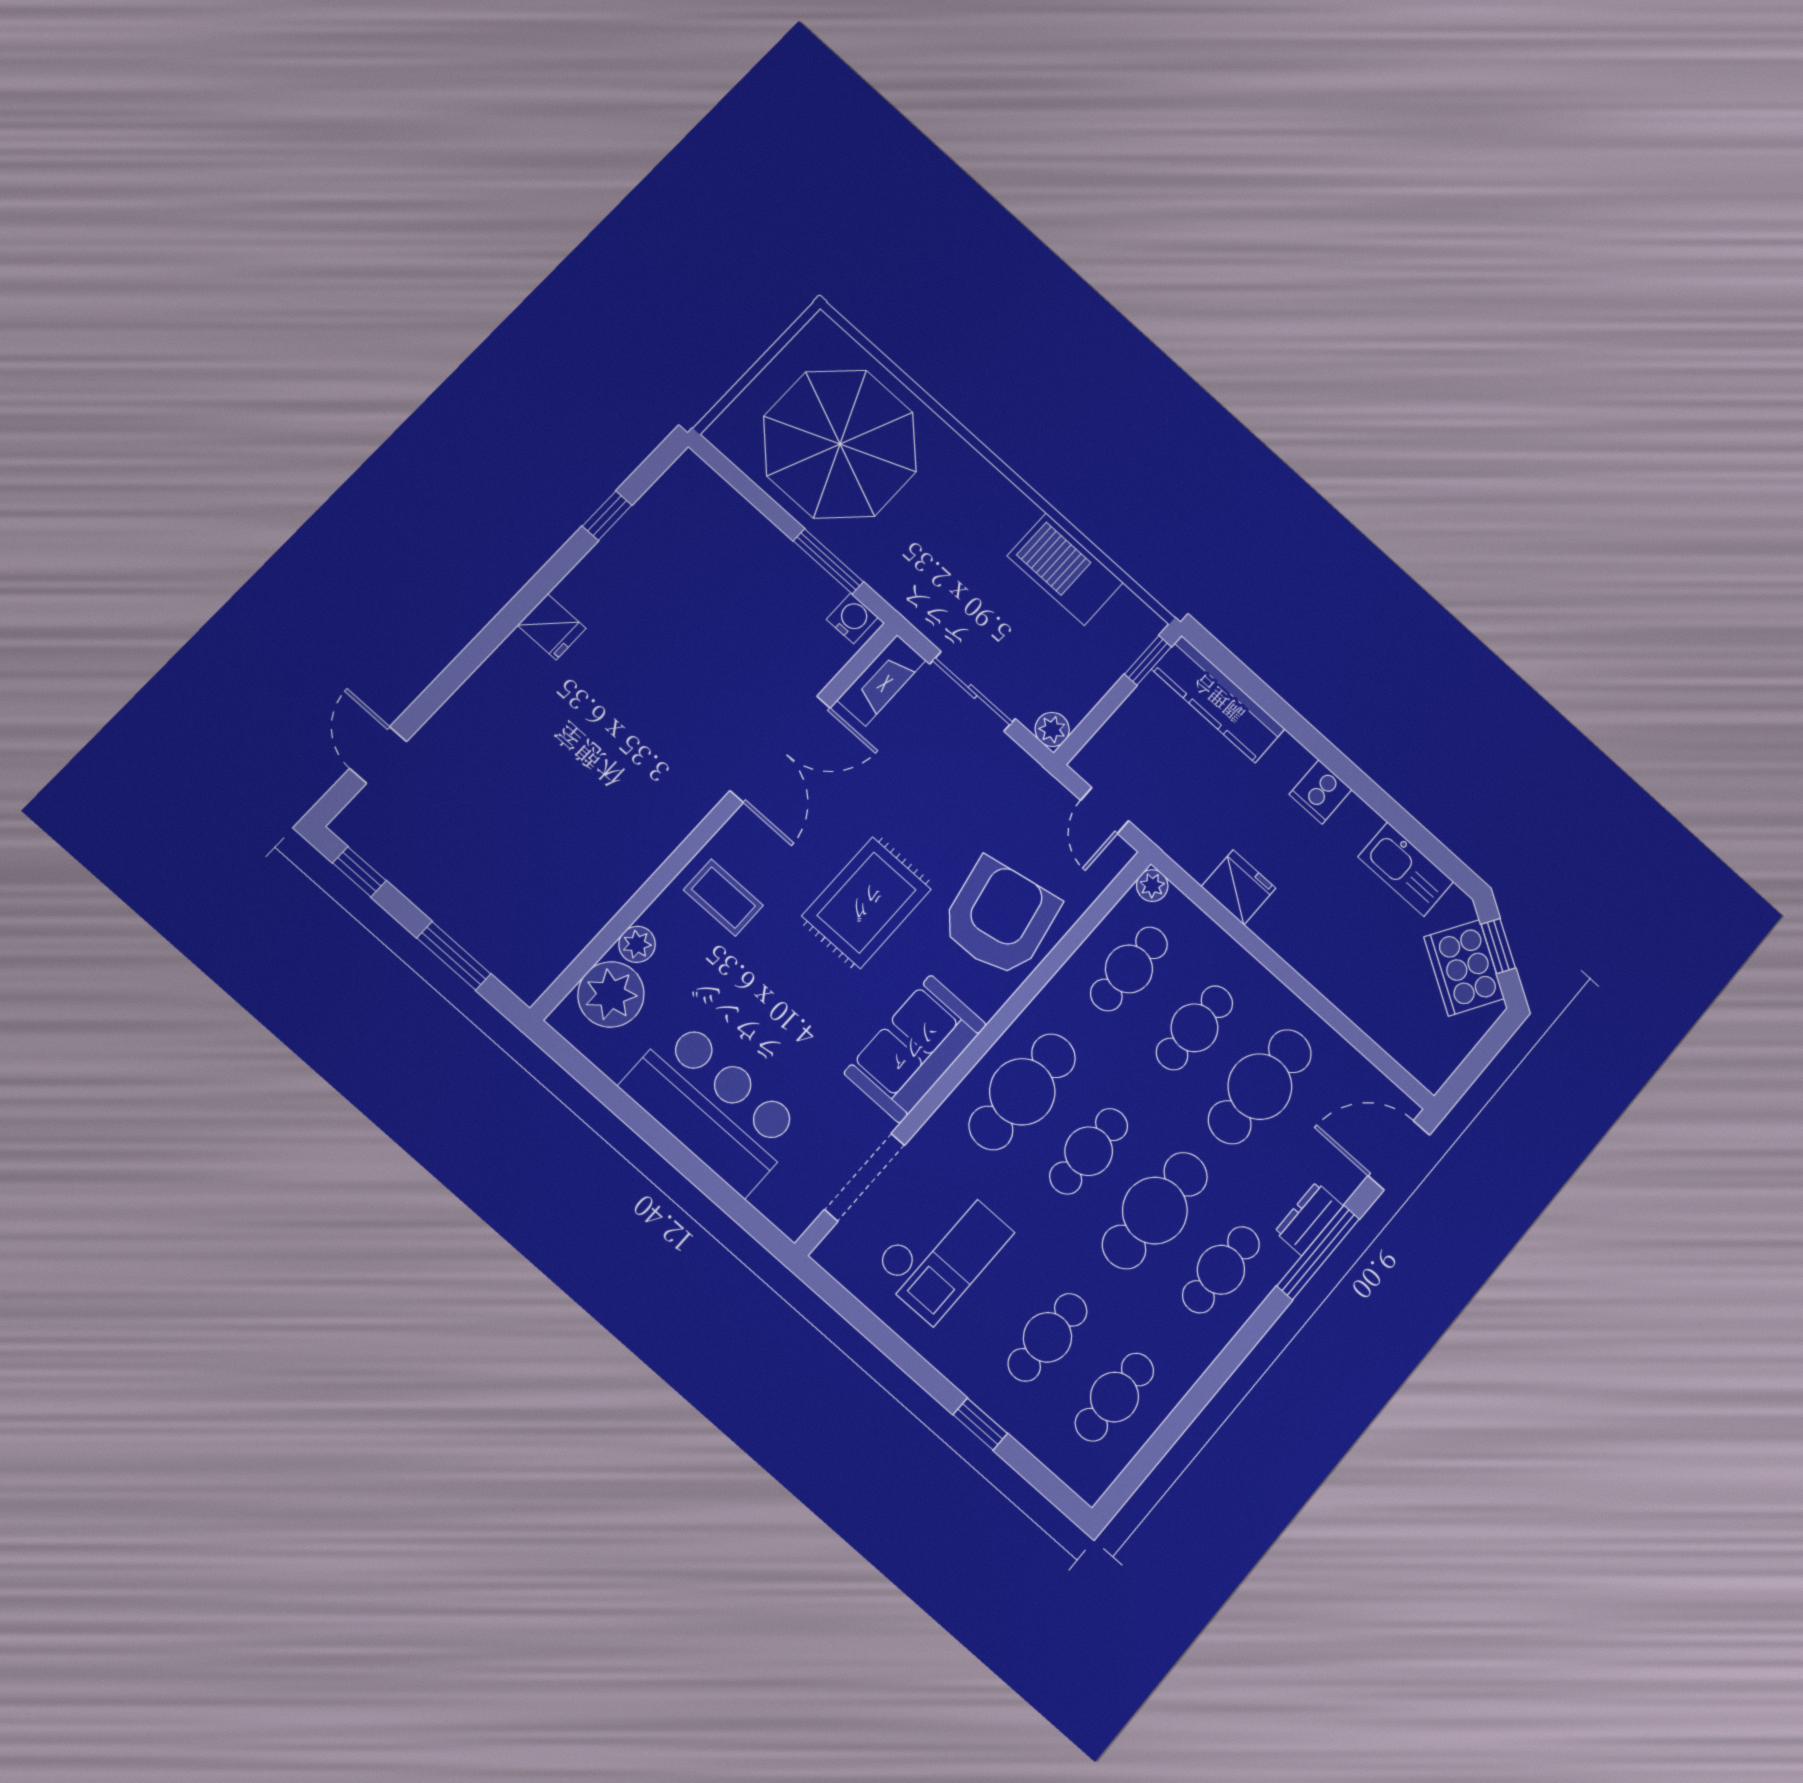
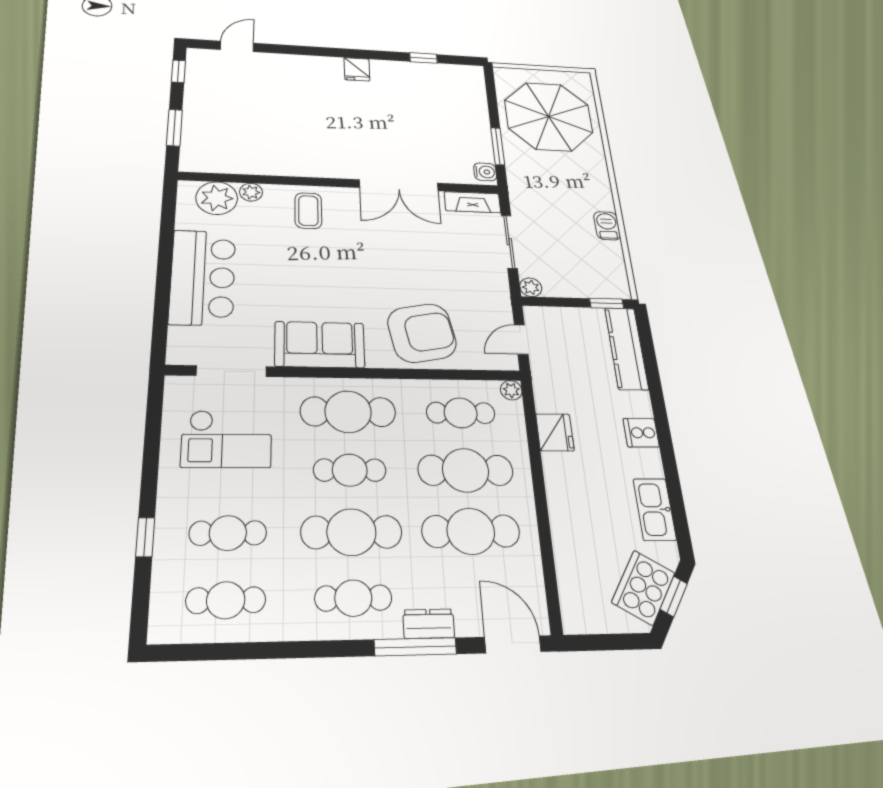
barbecue: (1065, 569) -> (607, 226), width x0.53, depth x0.65
rug: (867, 903) -> (368, 270), removed
cafe table: (1194, 1028) -> (466, 470), width x1.37, depth x1.35

